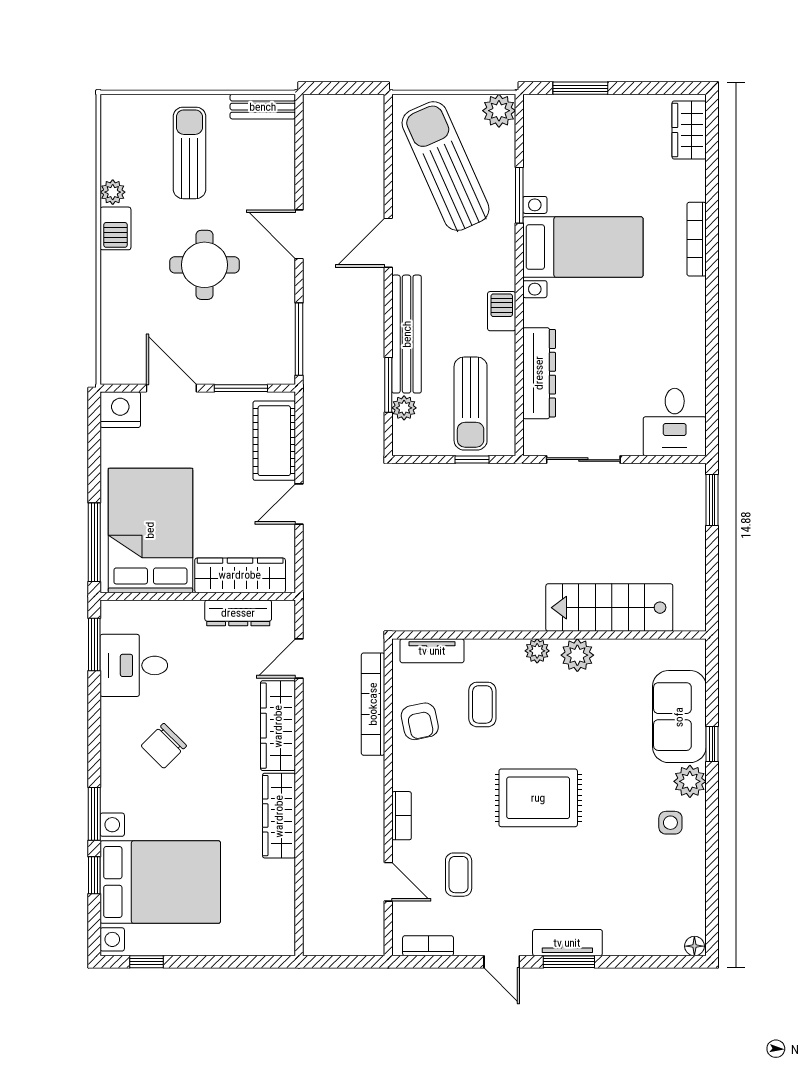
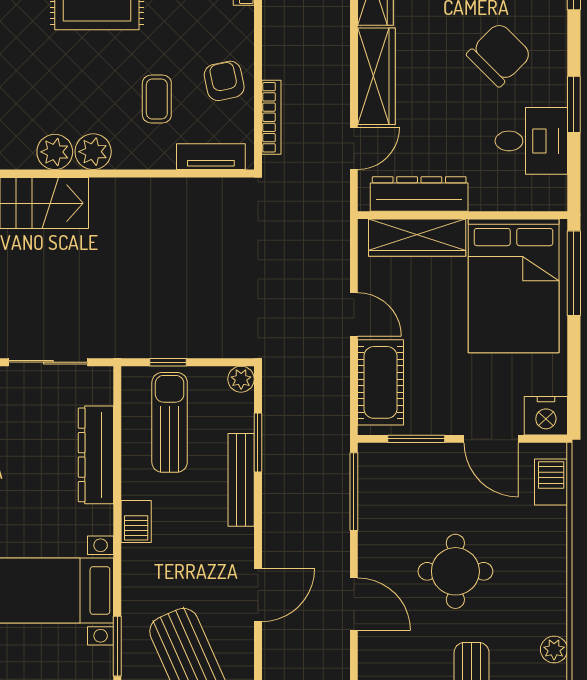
barbecue: (115, 228) -> (551, 482), moved
bench: (407, 334) -> (241, 480), width x0.73, depth x0.82
plant: (404, 408) -> (241, 379), moved
door: (299, 504) -> (354, 314), hinge flipped
dresser: (238, 613) -> (419, 194), width x1.37, depth x1.24
window: (94, 644) -> (574, 104), moved
plant: (537, 651) -> (93, 152), width x1.38, depth x1.38
bookcase: (373, 704) -> (271, 117), width x0.68, depth x0.76
chair: (164, 746) -> (499, 55), width x1.37, depth x1.37

